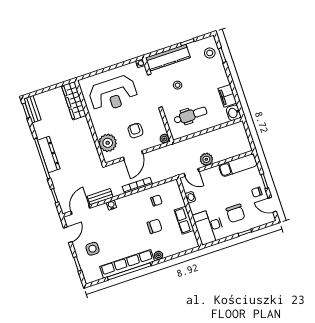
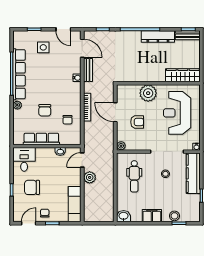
stool: (210, 53) -> (174, 216), moved
filing cabinet: (227, 96) -> (152, 216), moved
plant: (108, 143) -> (148, 93), moved
dresser: (49, 155) -> (158, 36), moved
row of seats: (184, 220) -> (41, 139), width x1.48
desk: (209, 226) -> (24, 159), width x0.73

